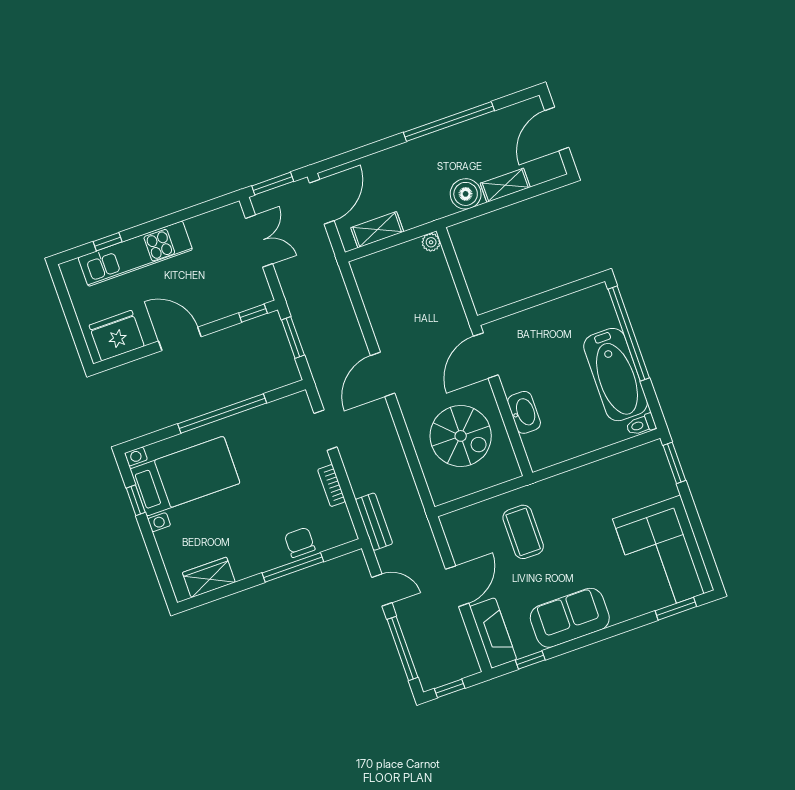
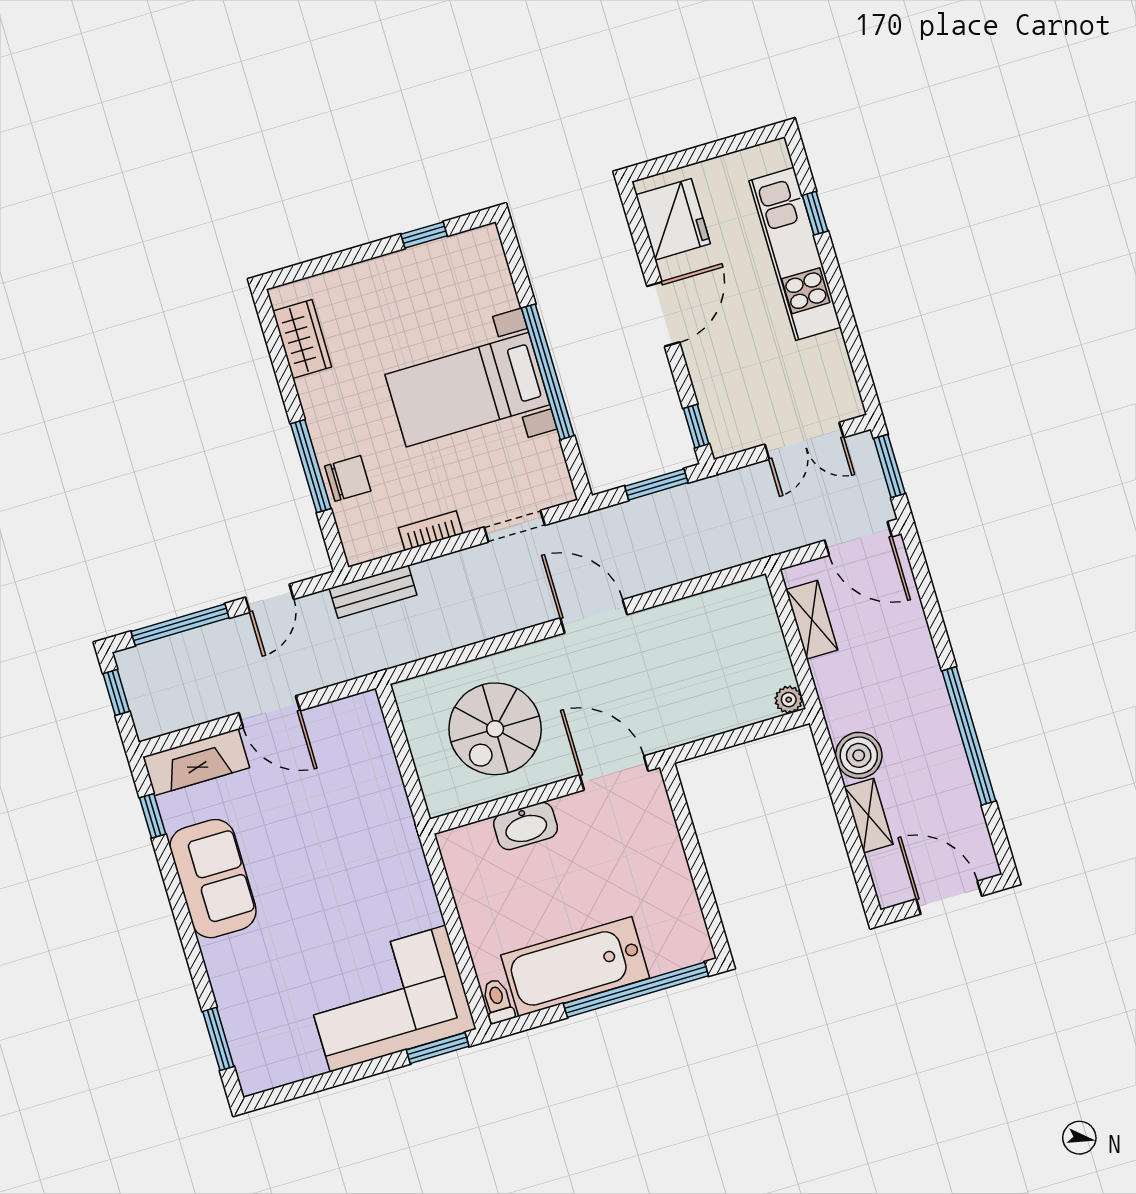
bed with nightstands: (185, 476) -> (467, 390), moved, turned 90
coffee table: (523, 532) -> (346, 815), removed
corner sofa: (663, 554) -> (388, 999), moved

